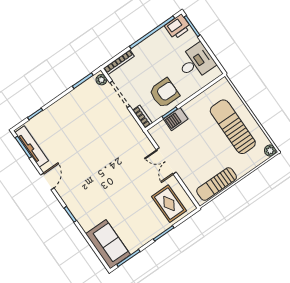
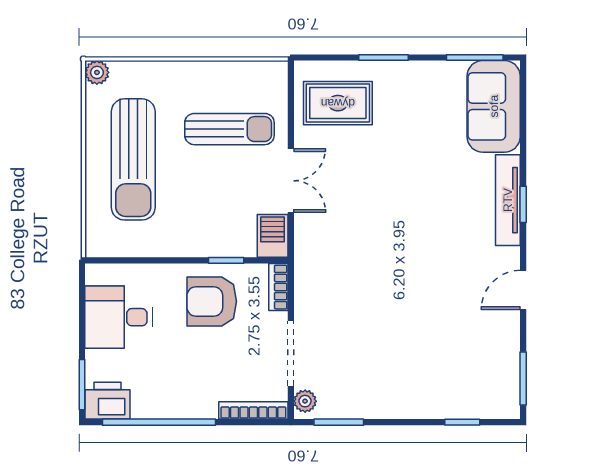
barbecue: (176, 119) -> (273, 236), moved, turned -90
tv unit: (32, 147) -> (508, 200), moved
sun lounger: (217, 184) -> (229, 129), moved
rug: (169, 204) -> (338, 103), turned 90

